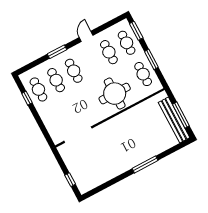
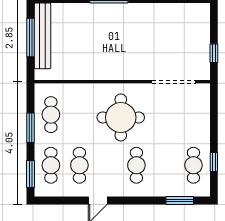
window: (57, 52) -> (180, 201), moved
cafe table: (56, 80) -> (165, 165), removed
round table: (115, 94) -> (121, 117), moved
window: (70, 180) -> (214, 53), moved

